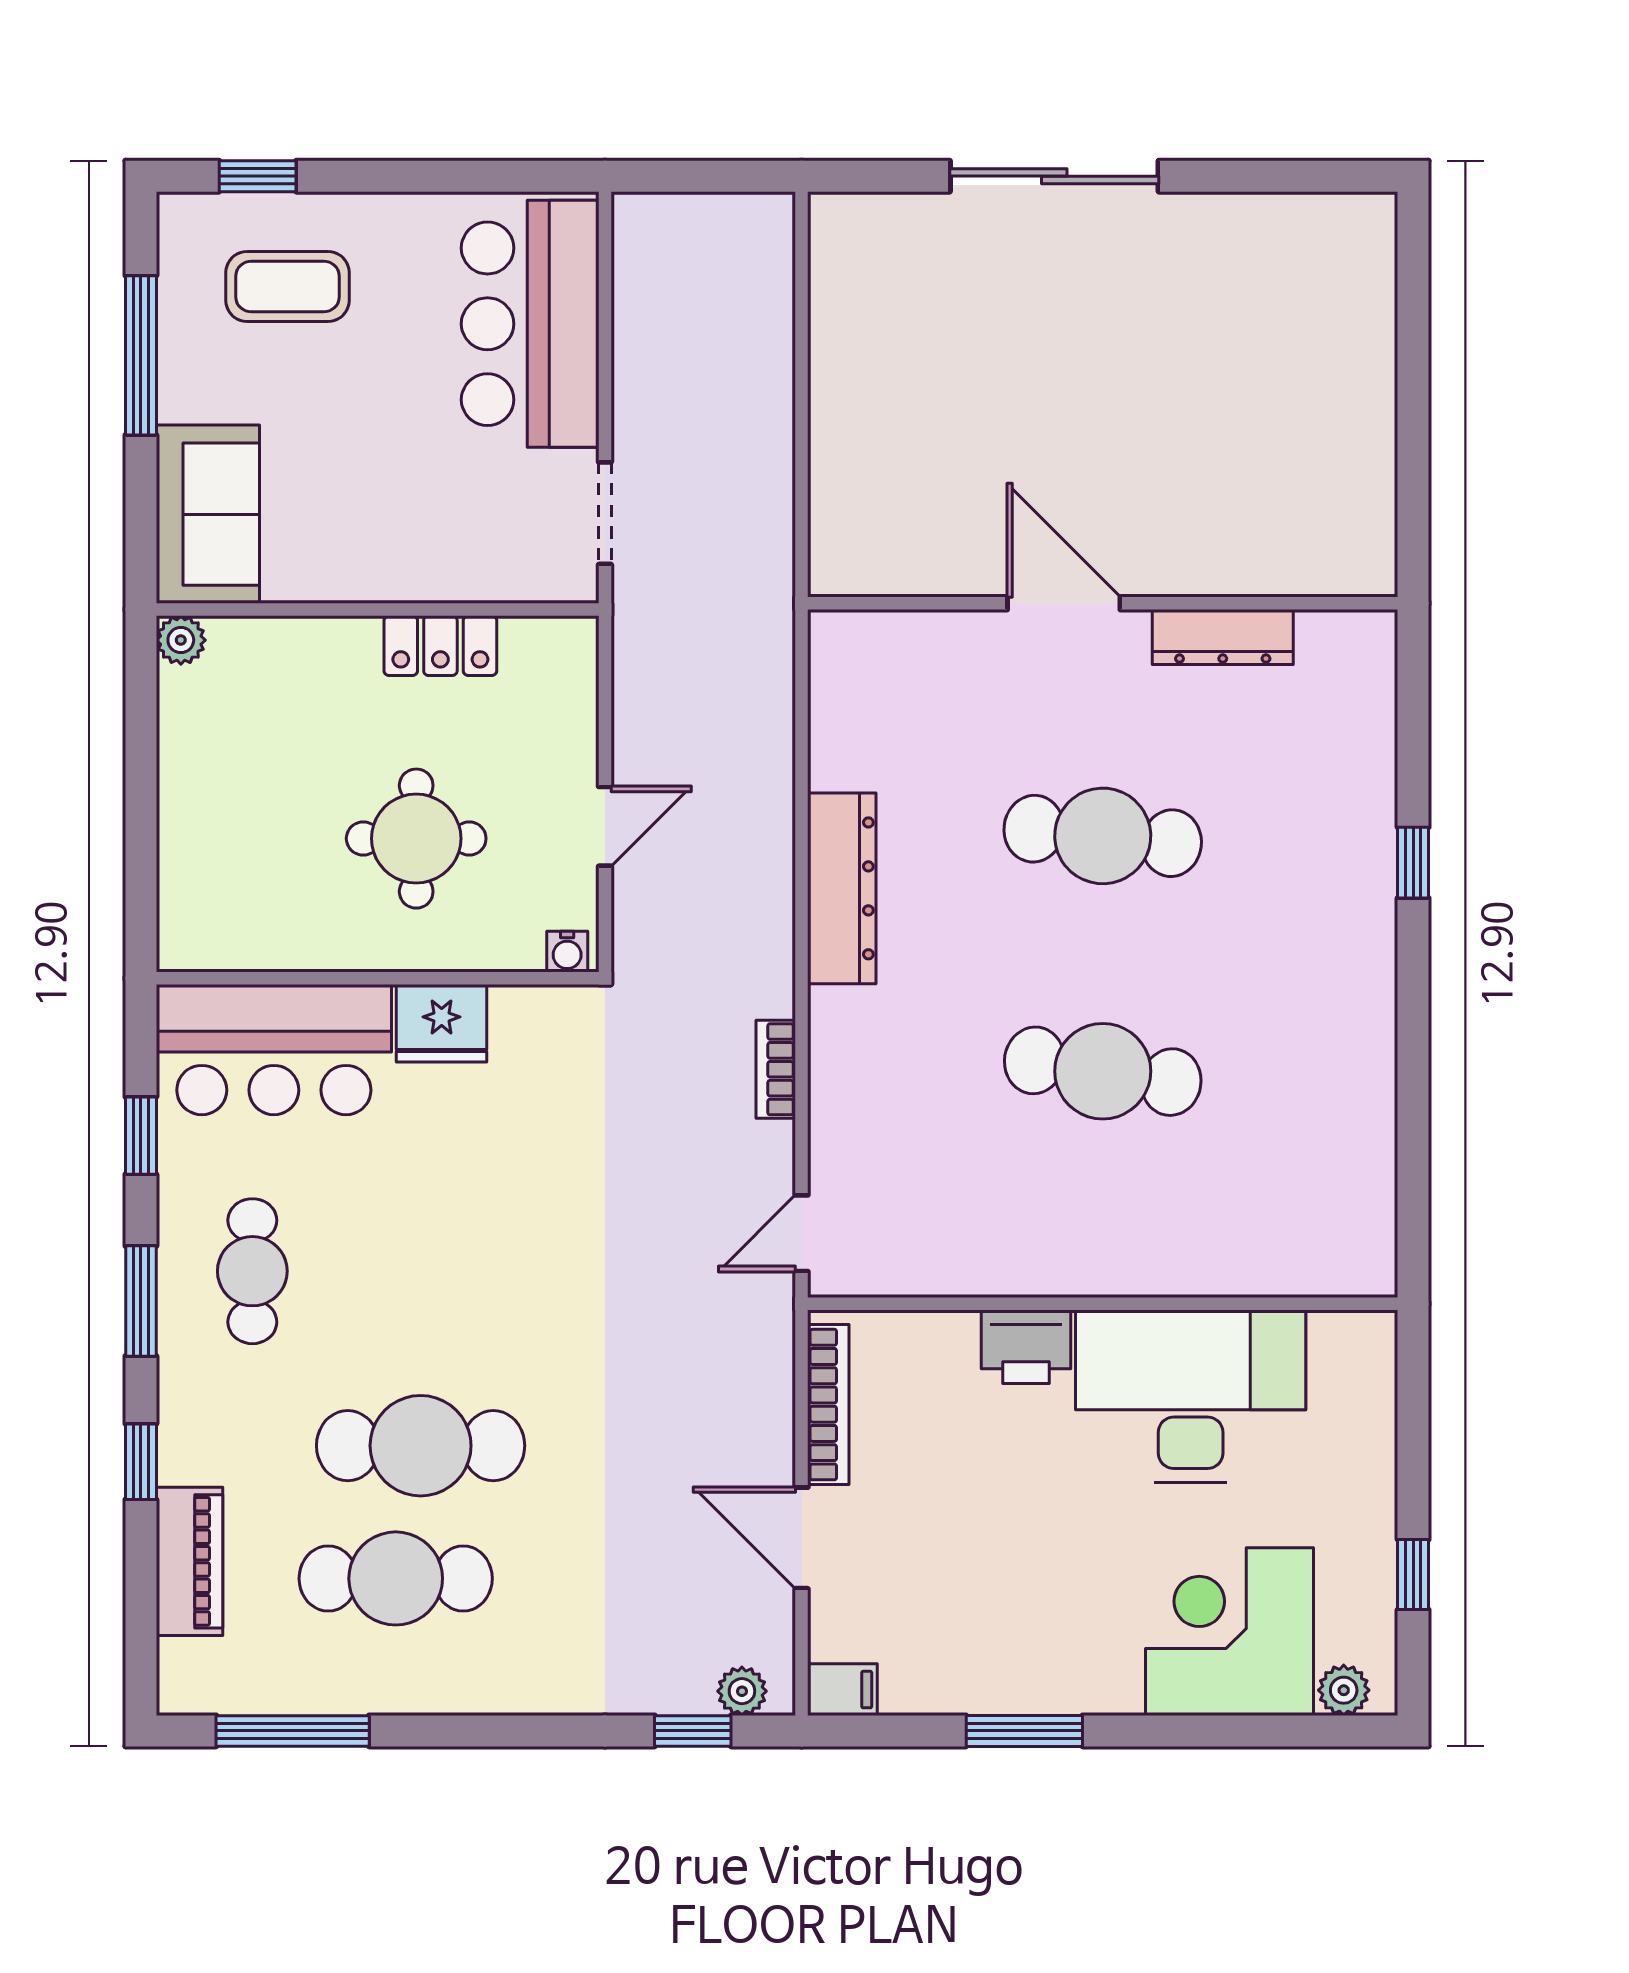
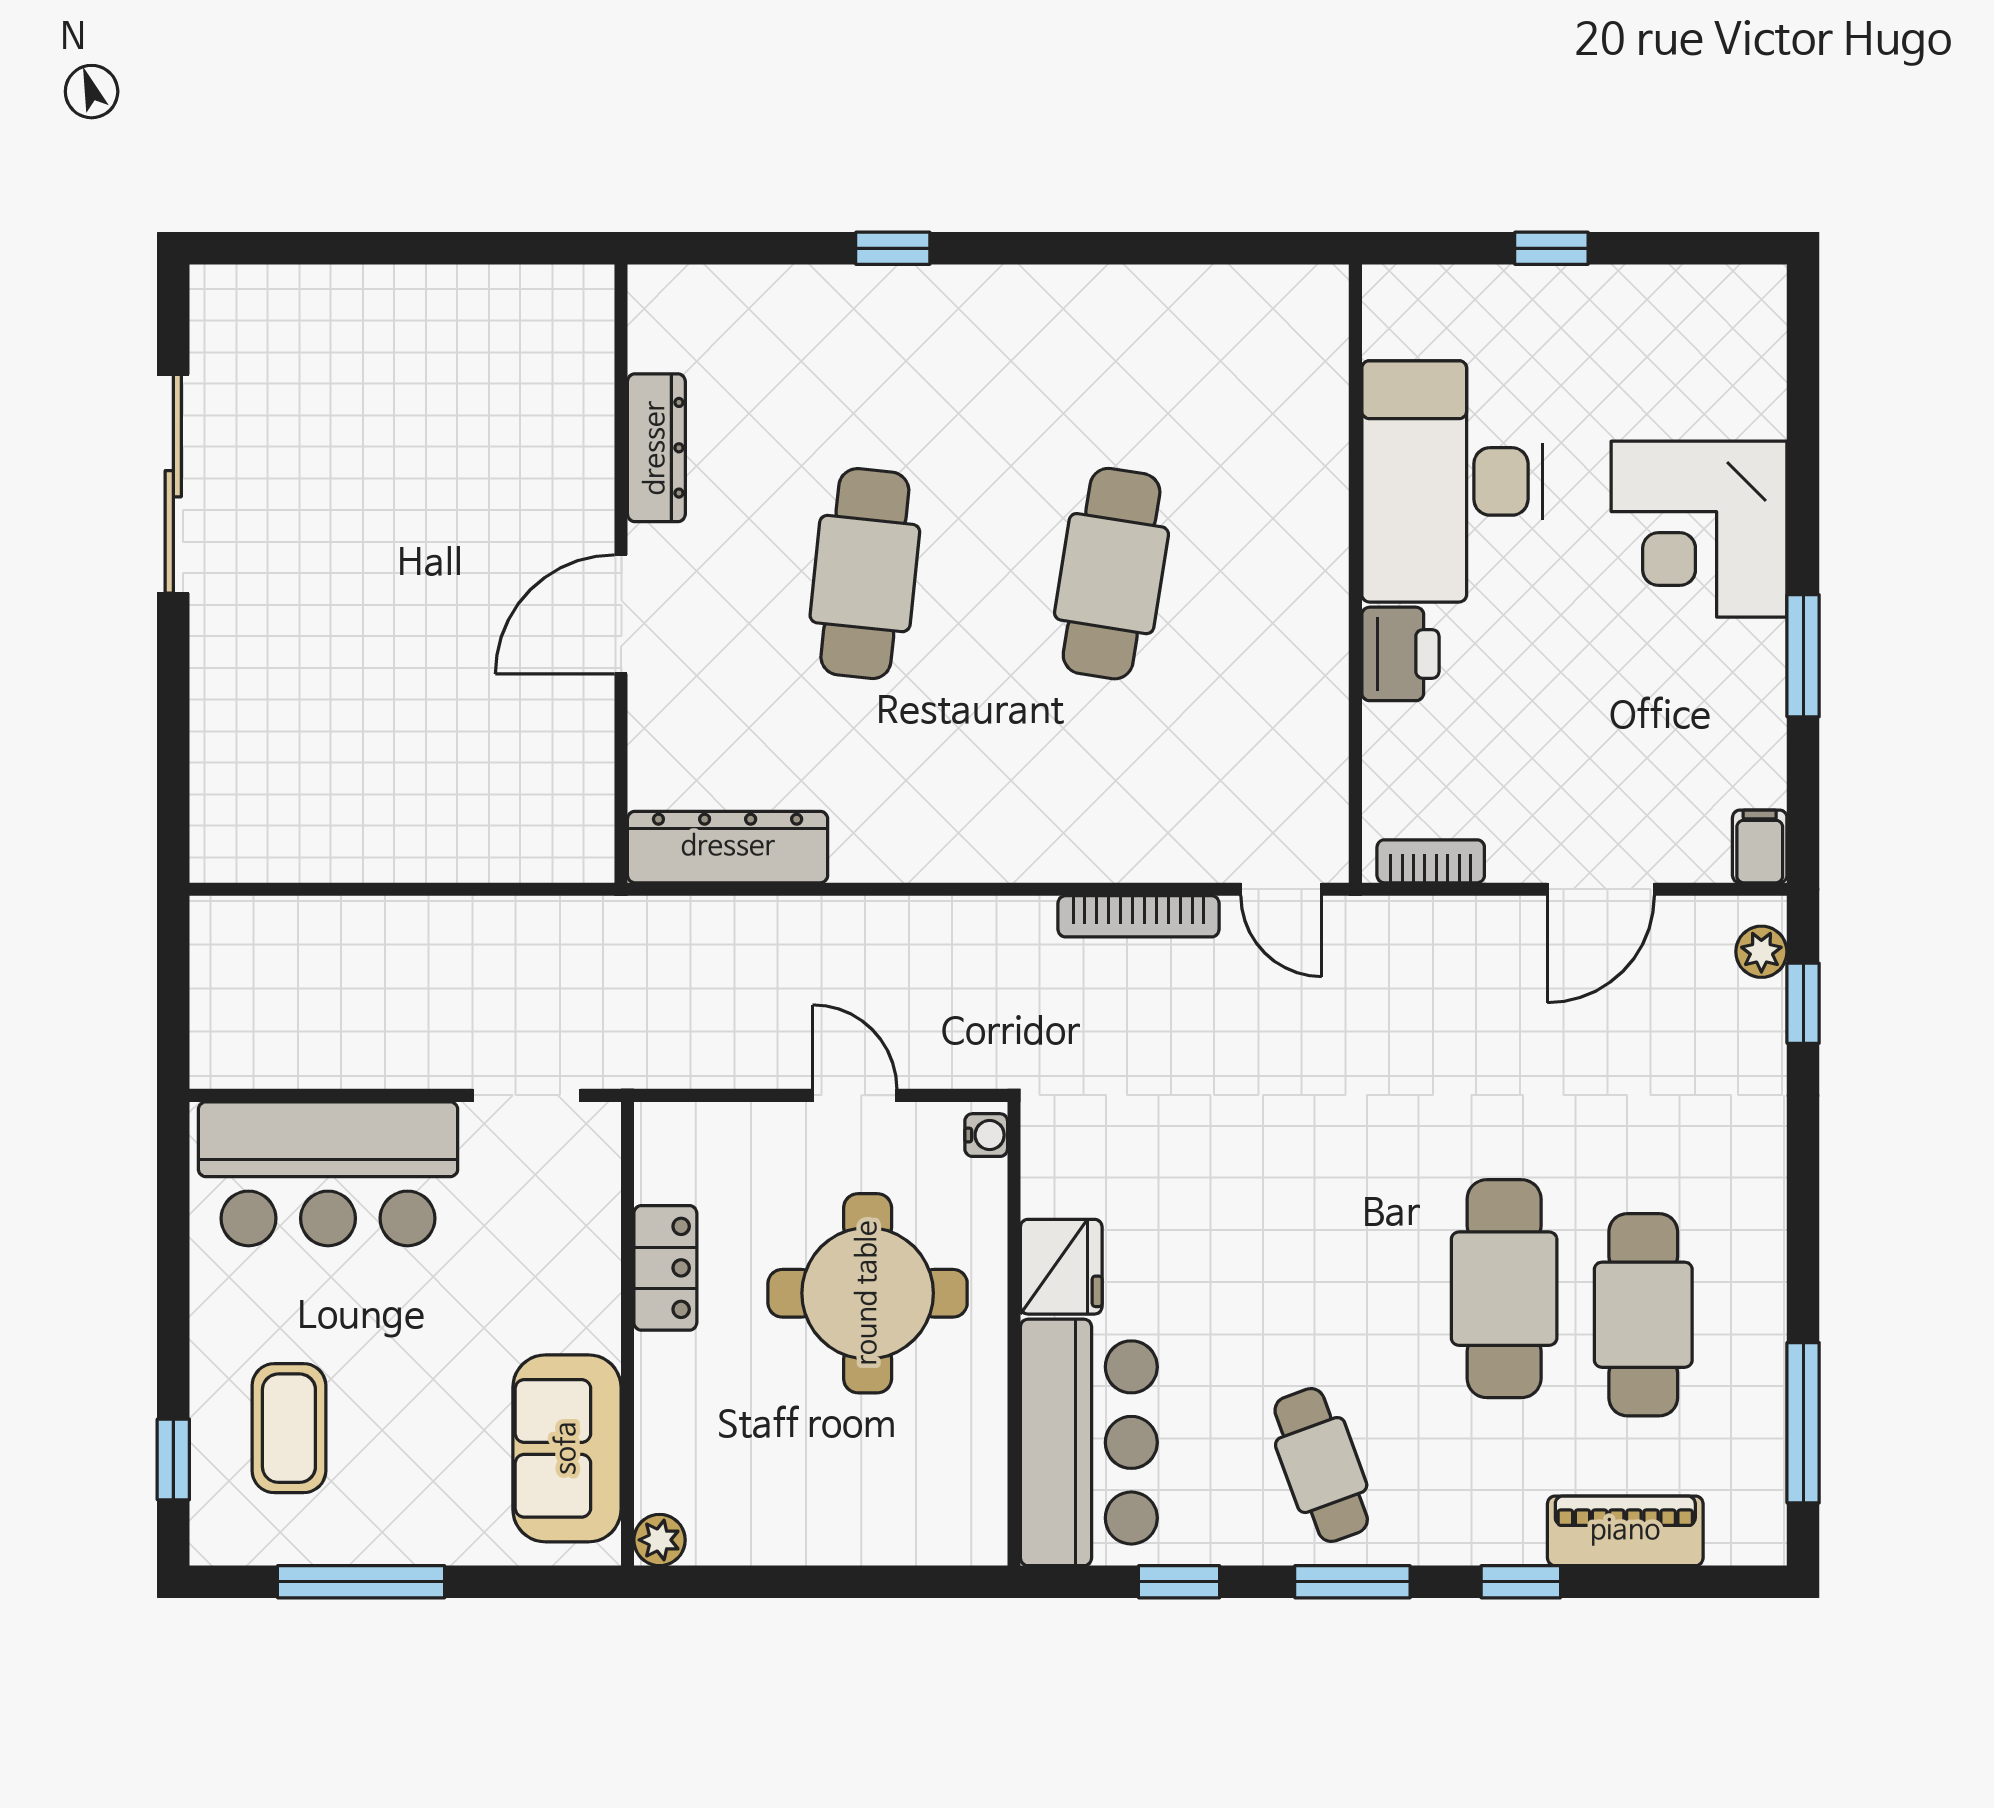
sliding door: (1054, 176) -> (173, 484), moved
sofa: (208, 514) -> (567, 1448), moved, turned -90
round table: (416, 839) -> (868, 1293), width x1.36, depth x1.36
dresser: (842, 888) -> (728, 847), moved
bookcase: (776, 1069) -> (1139, 916), width x1.56
cafe table: (252, 1271) -> (1321, 1465), turned 70
bookcase: (828, 1405) -> (1431, 861), width x0.64
window: (1413, 1575) -> (1551, 248), moved
corner desk: (1230, 1632) -> (1699, 529), moved
plant: (1344, 1690) -> (1760, 321), removed

